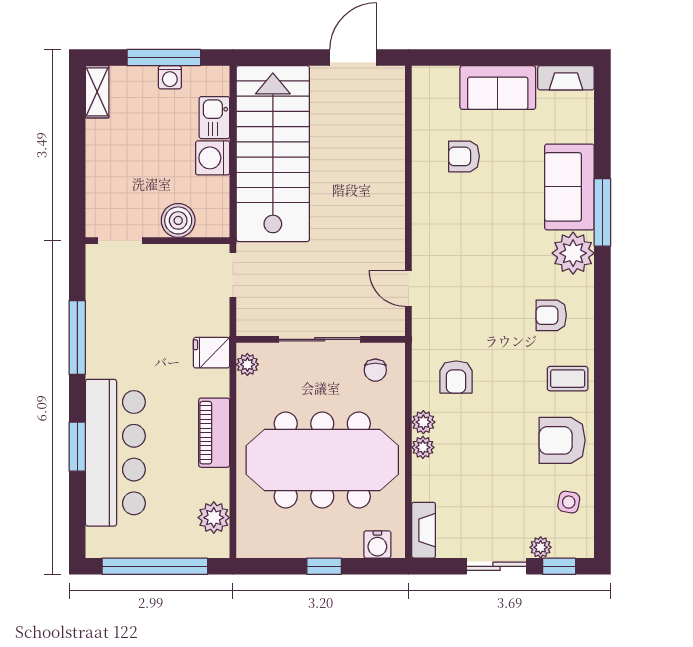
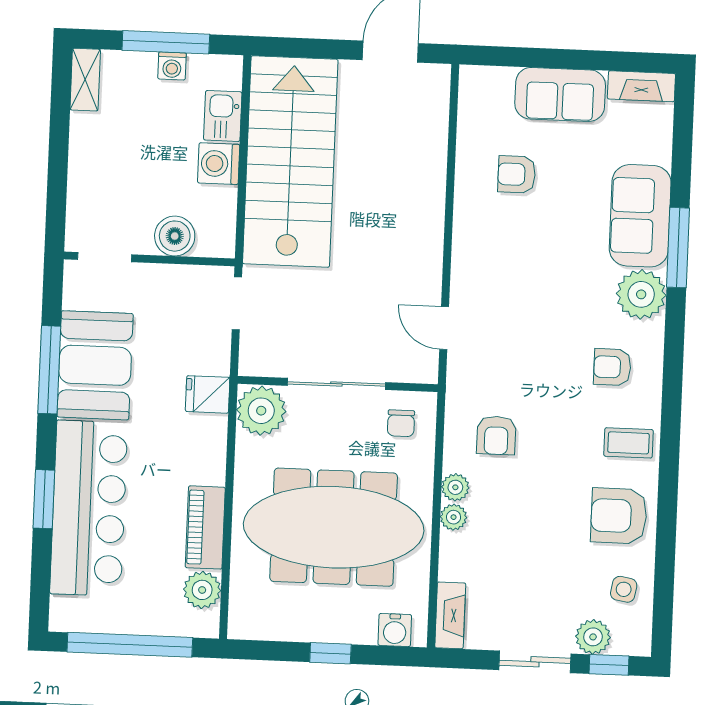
booth: (116, 332) -> (95, 365), added
plant: (247, 364) -> (261, 411), width x1.87, depth x1.87
piano: (214, 433) -> (205, 527), moved
plant: (541, 547) -> (593, 637), width x1.38, depth x1.38

